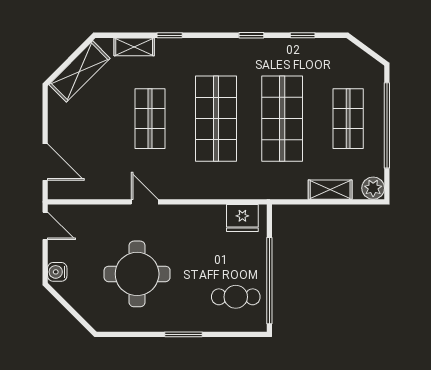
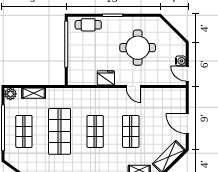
shop shelf: (216, 119) -> (95, 131), width x0.70, depth x0.74
door: (45, 162) -> (187, 124), moved
fridge: (242, 218) -> (106, 78), moved
water cooler: (57, 272) -> (181, 61), moved
cafe table: (236, 297) -> (88, 25), moved

